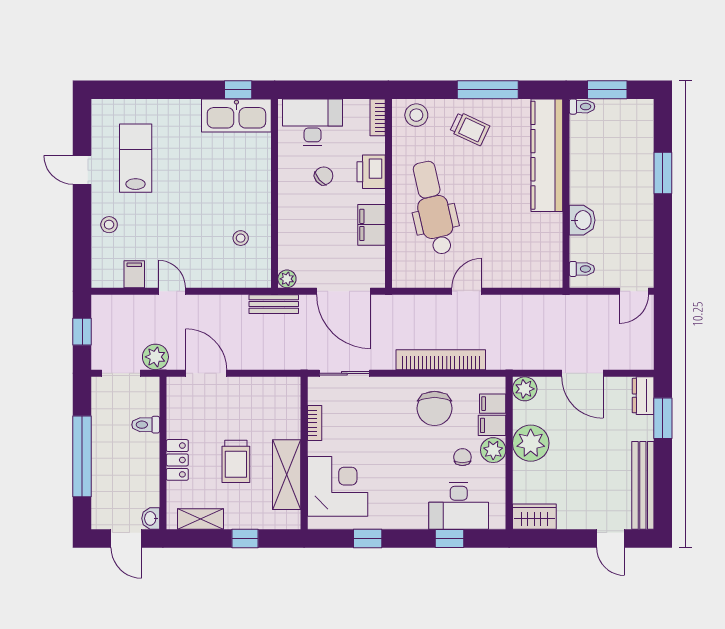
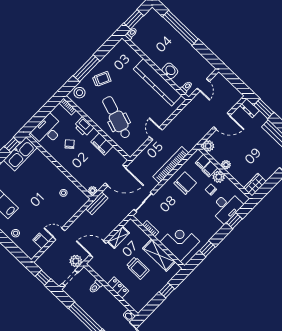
window: (488, 90) -> (86, 68), moved
kitchen counter: (547, 155) -> (158, 82), moved
window: (663, 173) -> (180, 28), width x2.11
dental chair: (433, 208) -> (117, 117), turned 31
door: (634, 291) -> (203, 85), moved
chair: (435, 408) -> (185, 183), turned -90
plant: (531, 443) -> (226, 165), width x0.53, depth x0.53
shelving: (201, 519) -> (118, 237), moved

